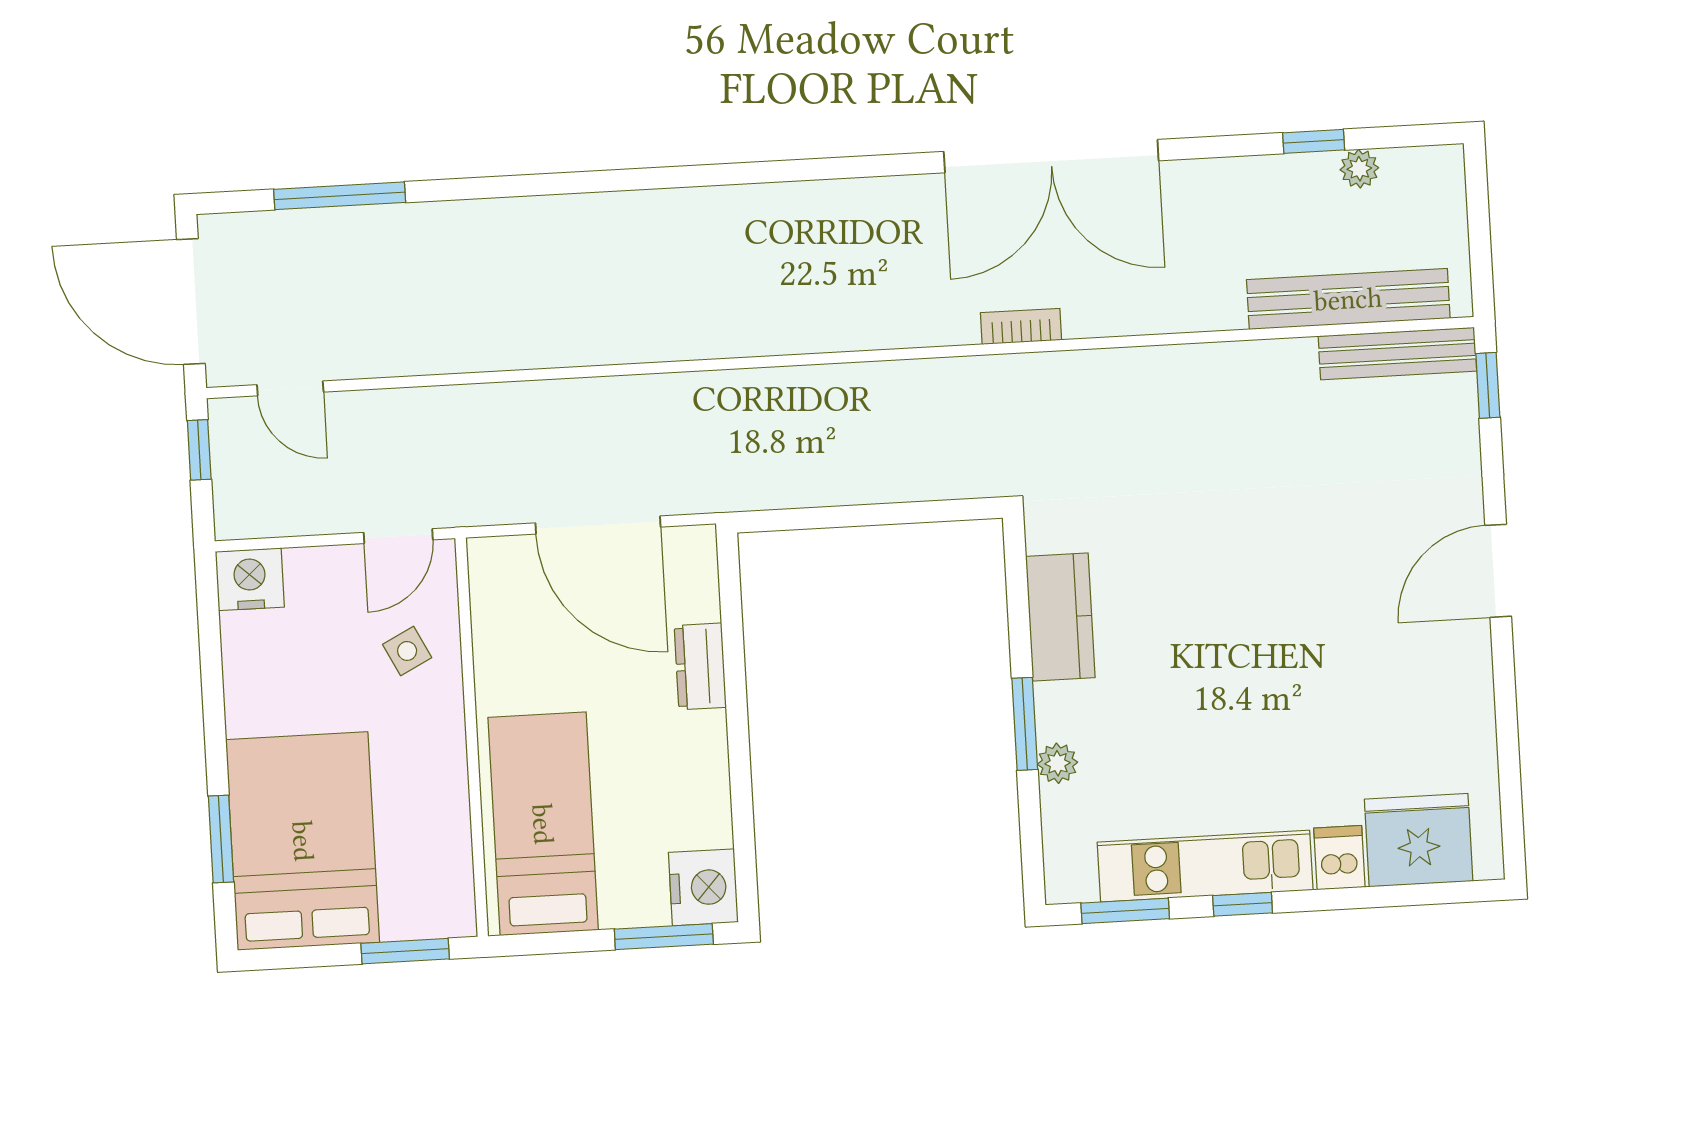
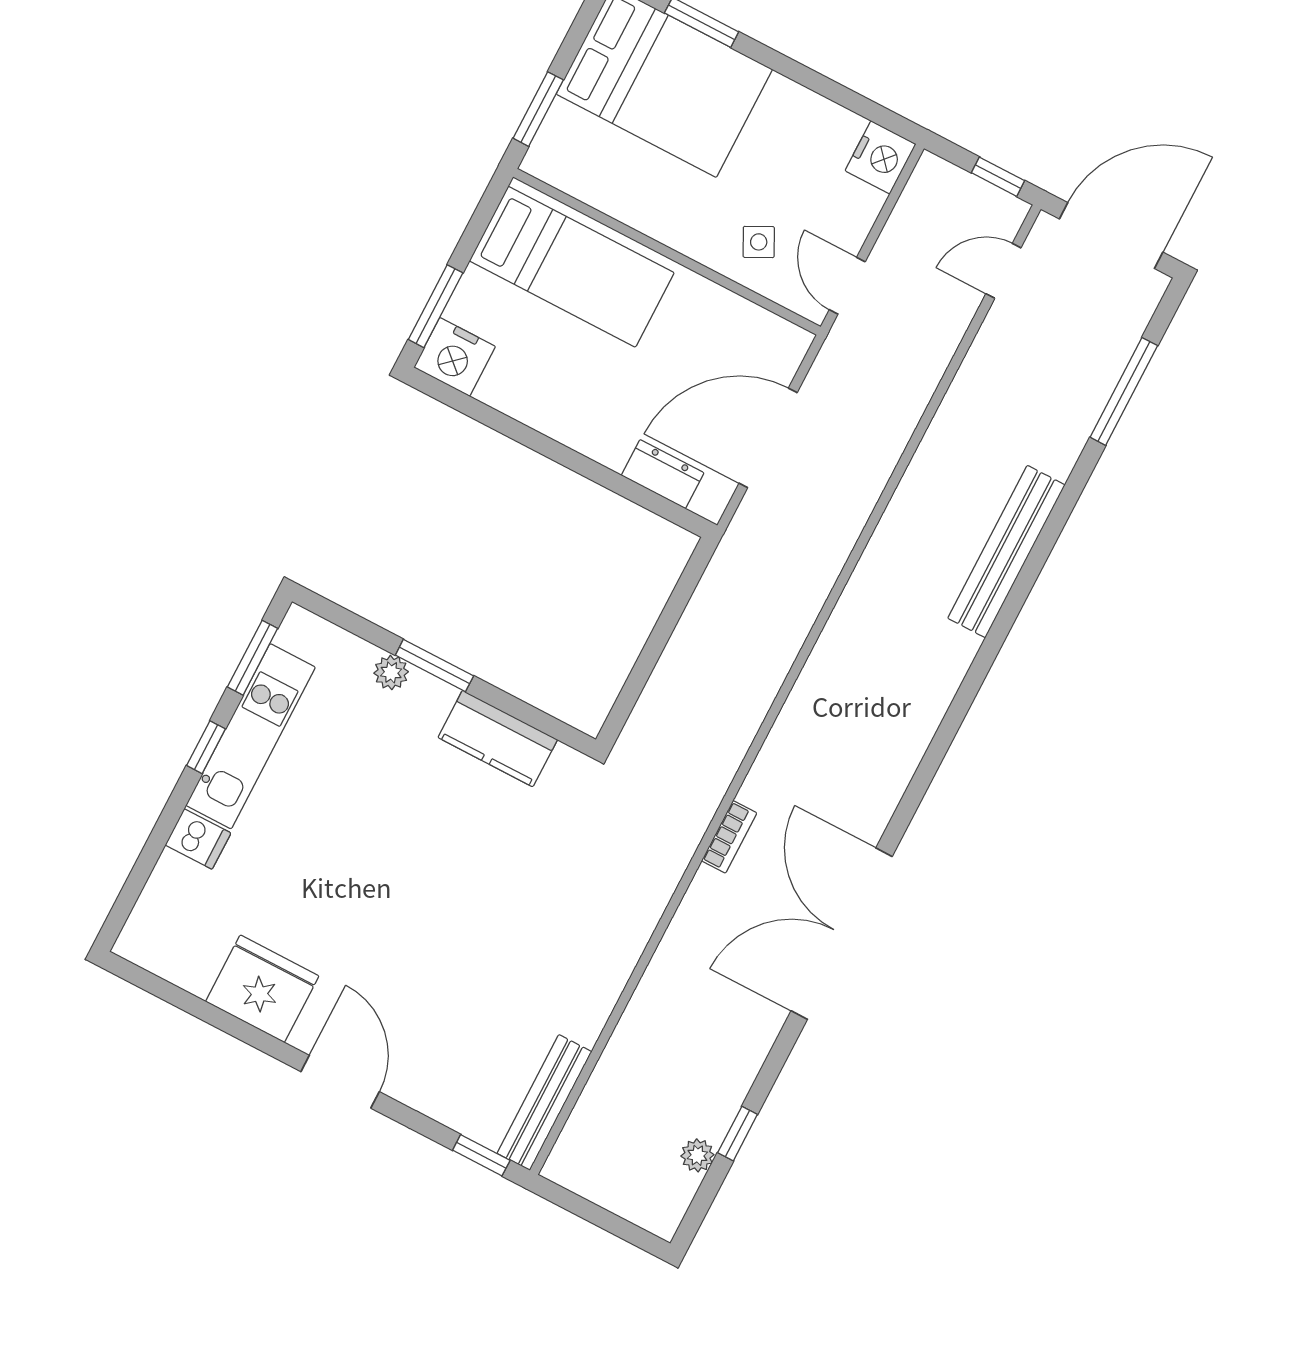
bench: (1348, 299) -> (1006, 552), moved
dresser: (700, 666) -> (663, 474), moved
fridge: (1419, 840) -> (262, 989), moved, turned -90

